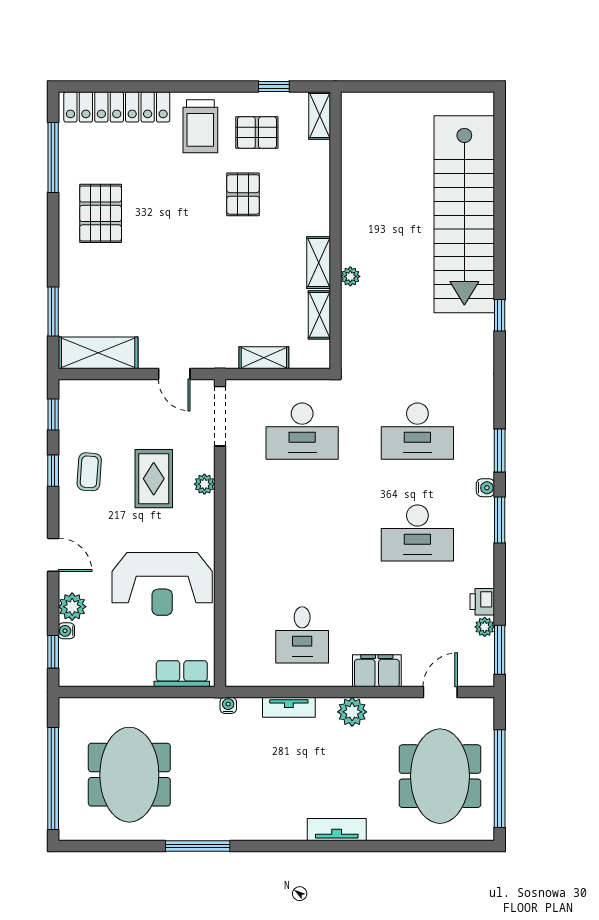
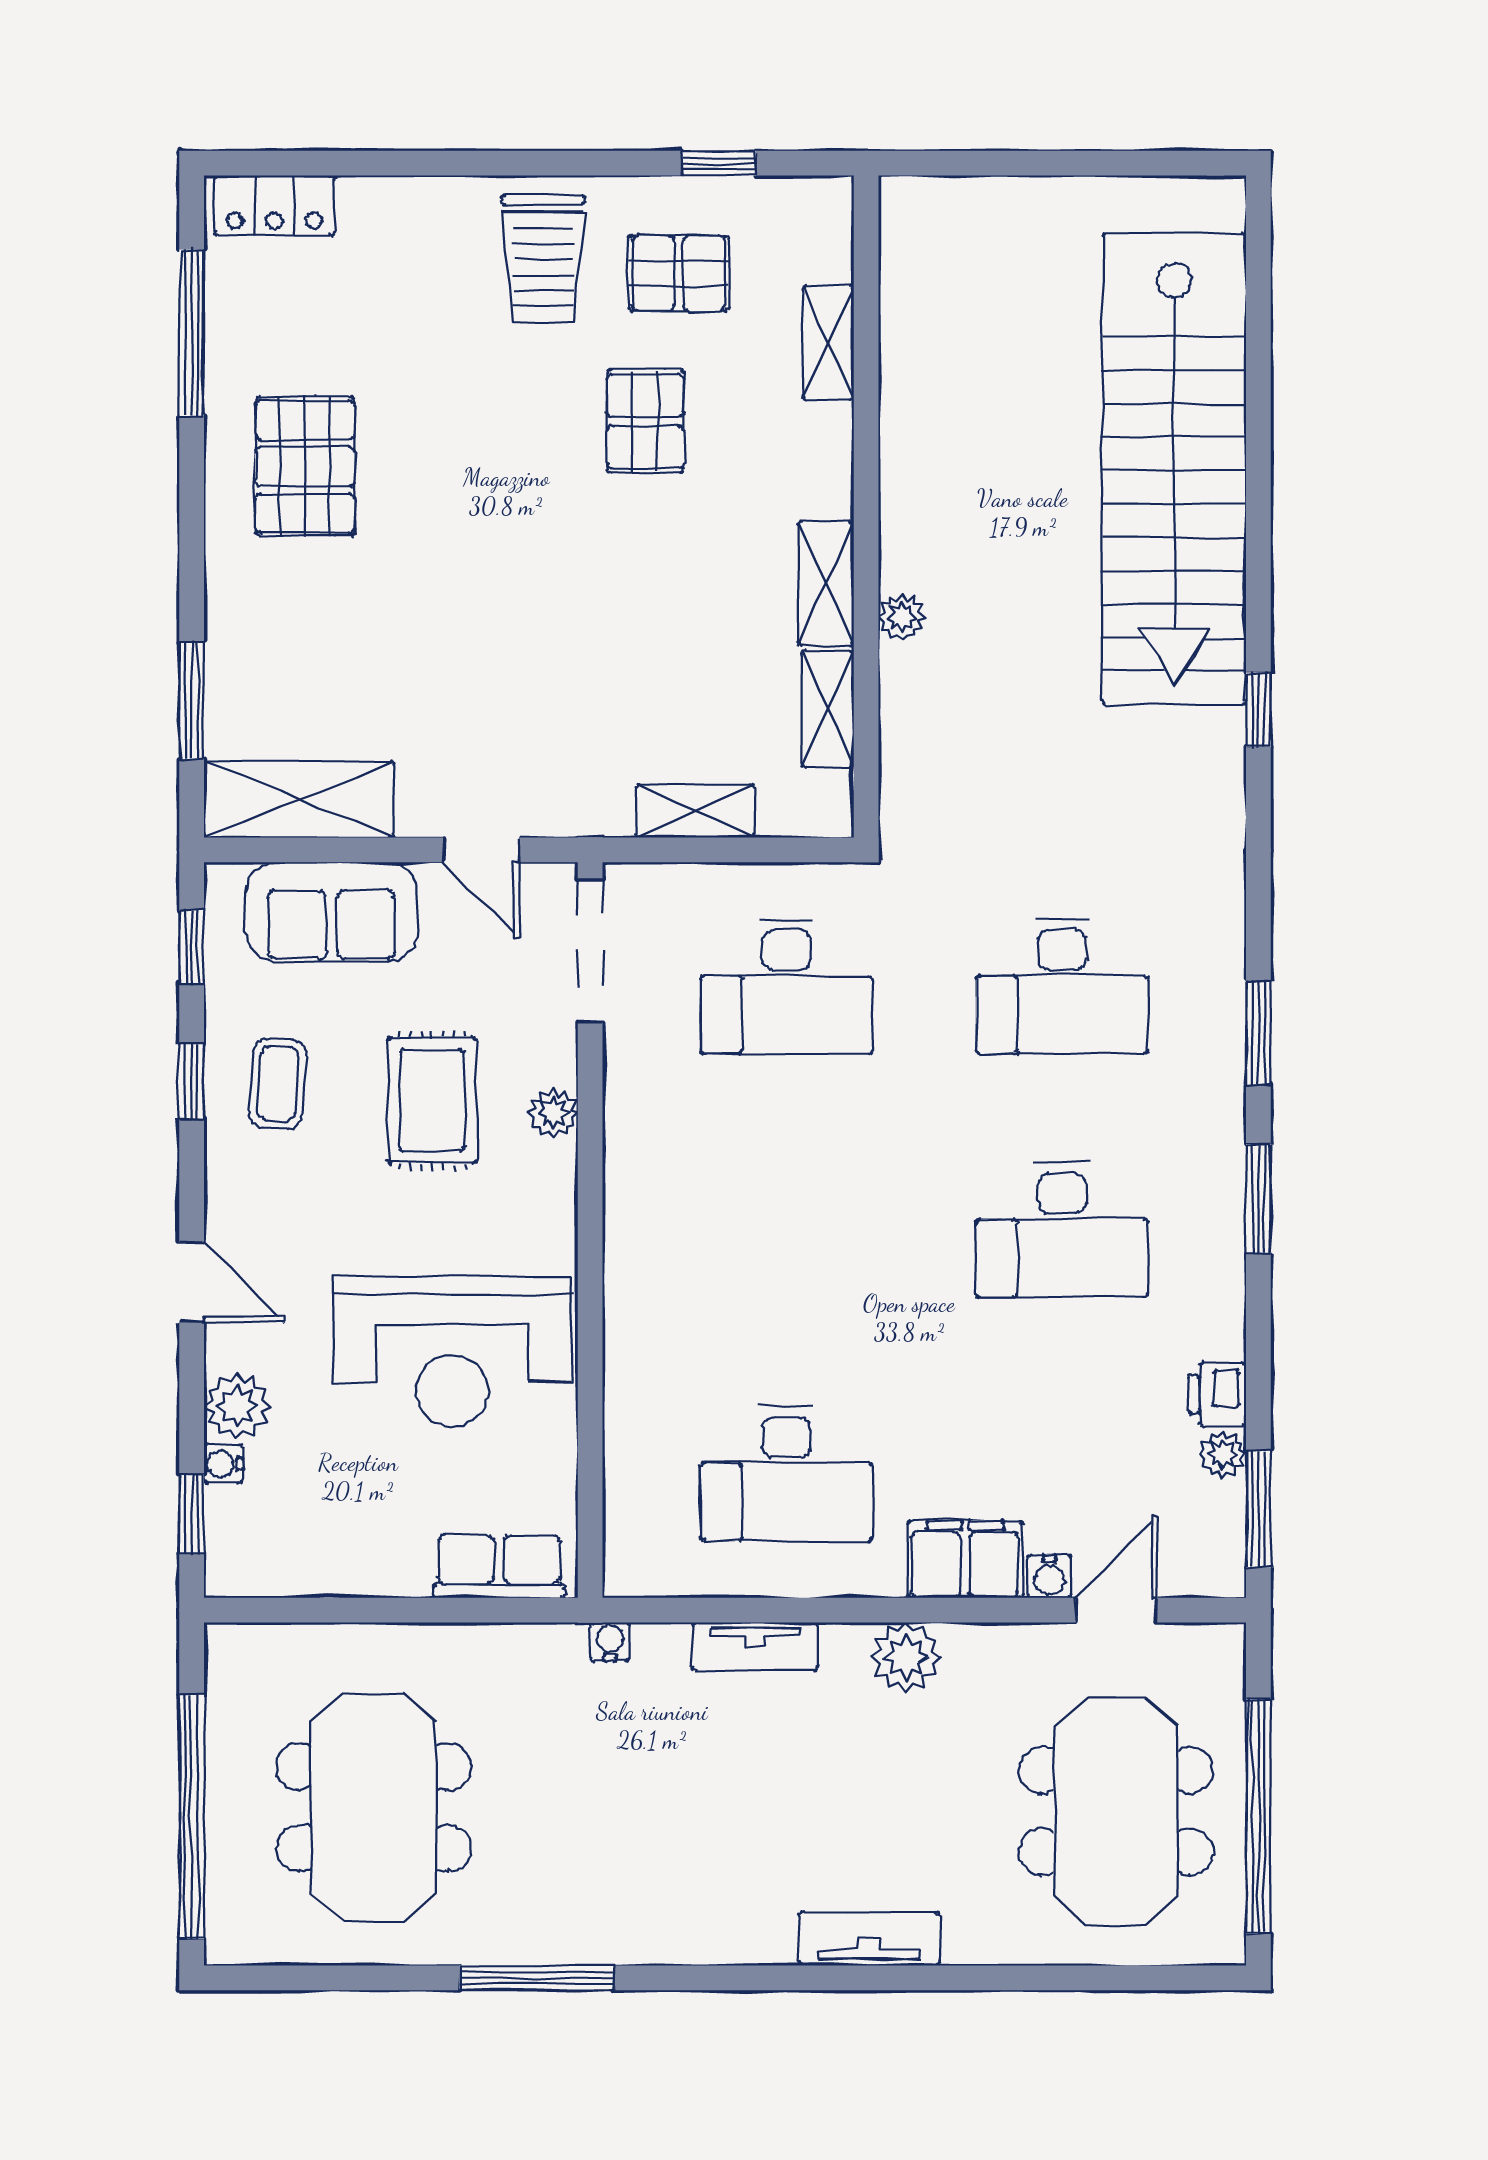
locker: (117, 107) -> (274, 206), width x0.46, depth x0.83
shelving: (320, 116) -> (828, 343), moved
sofa: (112, 400) -> (331, 912), added
water cooler: (485, 488) -> (1049, 1576), moved, turned 90
desk: (302, 635) -> (787, 1473), width x1.37

